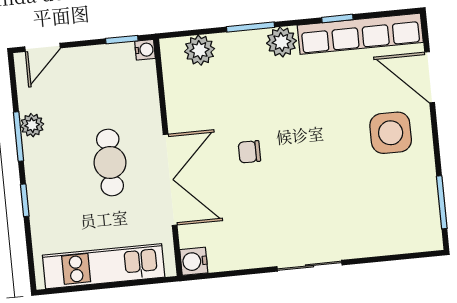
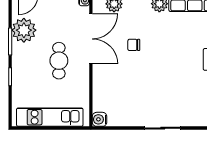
plant: (32, 125) -> (24, 30), width x1.87, depth x1.87
chair: (249, 152) -> (134, 45), moved
double door: (170, 180) -> (91, 39), moved

